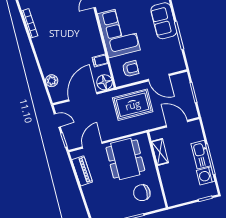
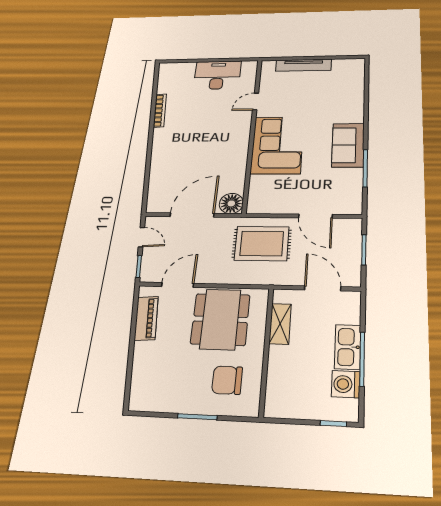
filing cabinet: (100, 61) -> (236, 174), removed
armchair: (130, 69) -> (277, 195), removed
plant: (52, 81) -> (157, 184), removed

